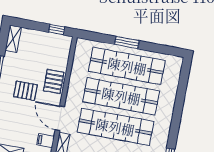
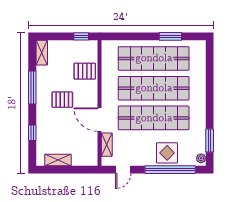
window: (127, 43) -> (170, 36), moved
pallet: (54, 81) -> (85, 71), moved, turned 90
filing cabinet: (46, 141) -> (90, 143), removed

